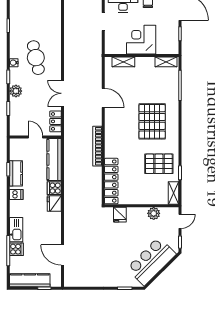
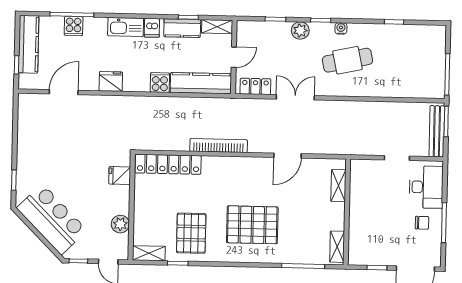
corner desk: (141, 40) -> (370, 212), removed
shelving: (14, 149) -> (217, 27), added
fridge: (54, 204) -> (111, 81), moved
kitchen sink: (16, 230) -> (126, 27), moved

